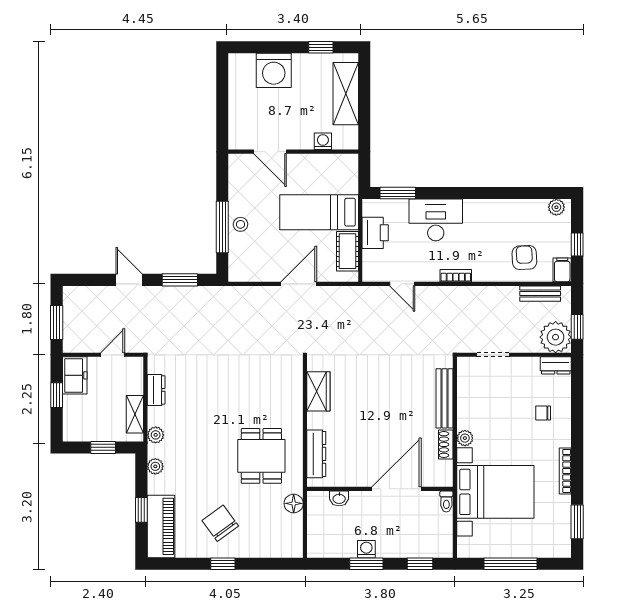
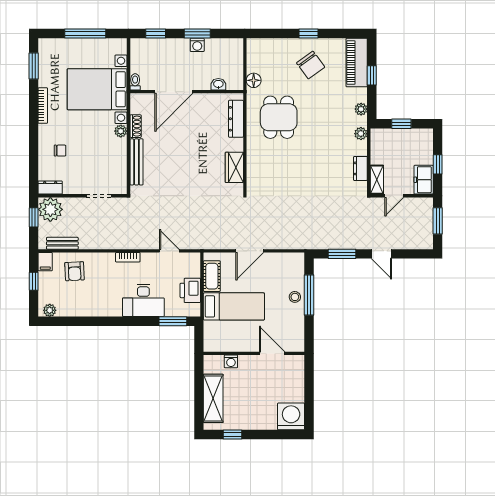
washing machine: (274, 70) -> (291, 416), moved
shelving: (135, 414) -> (377, 180), moved

